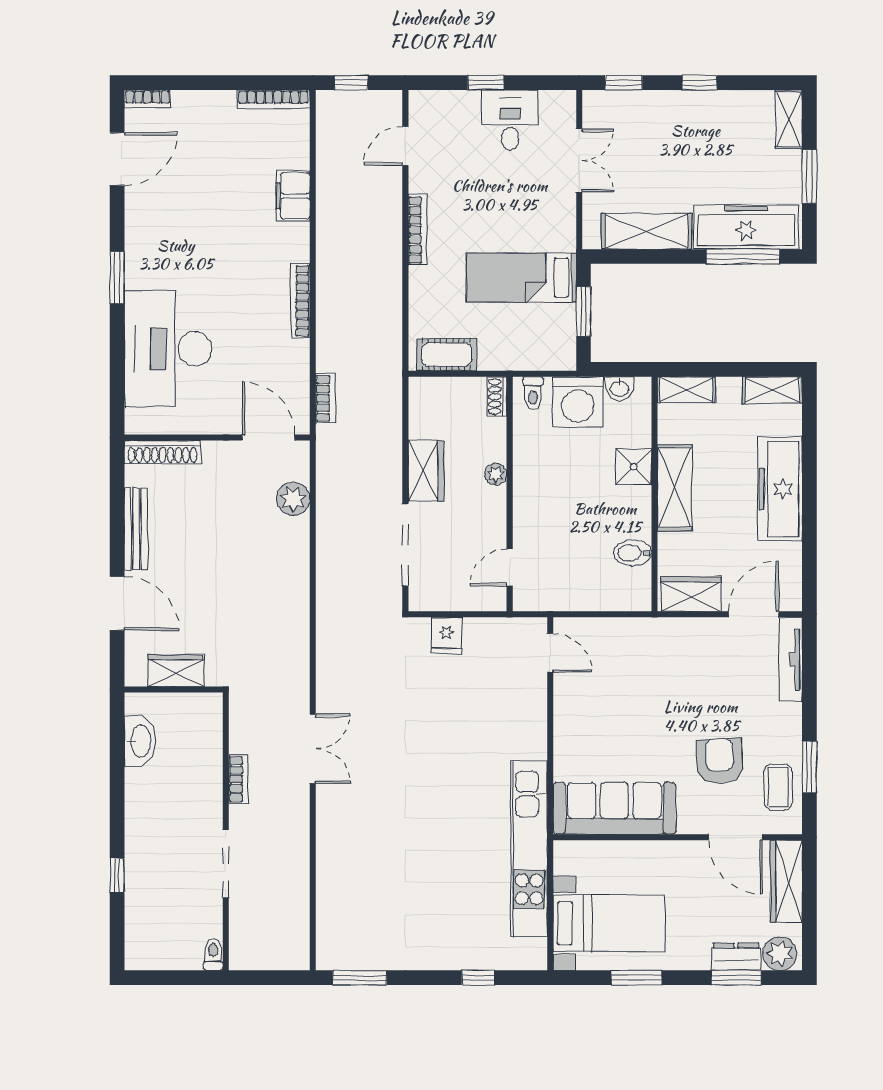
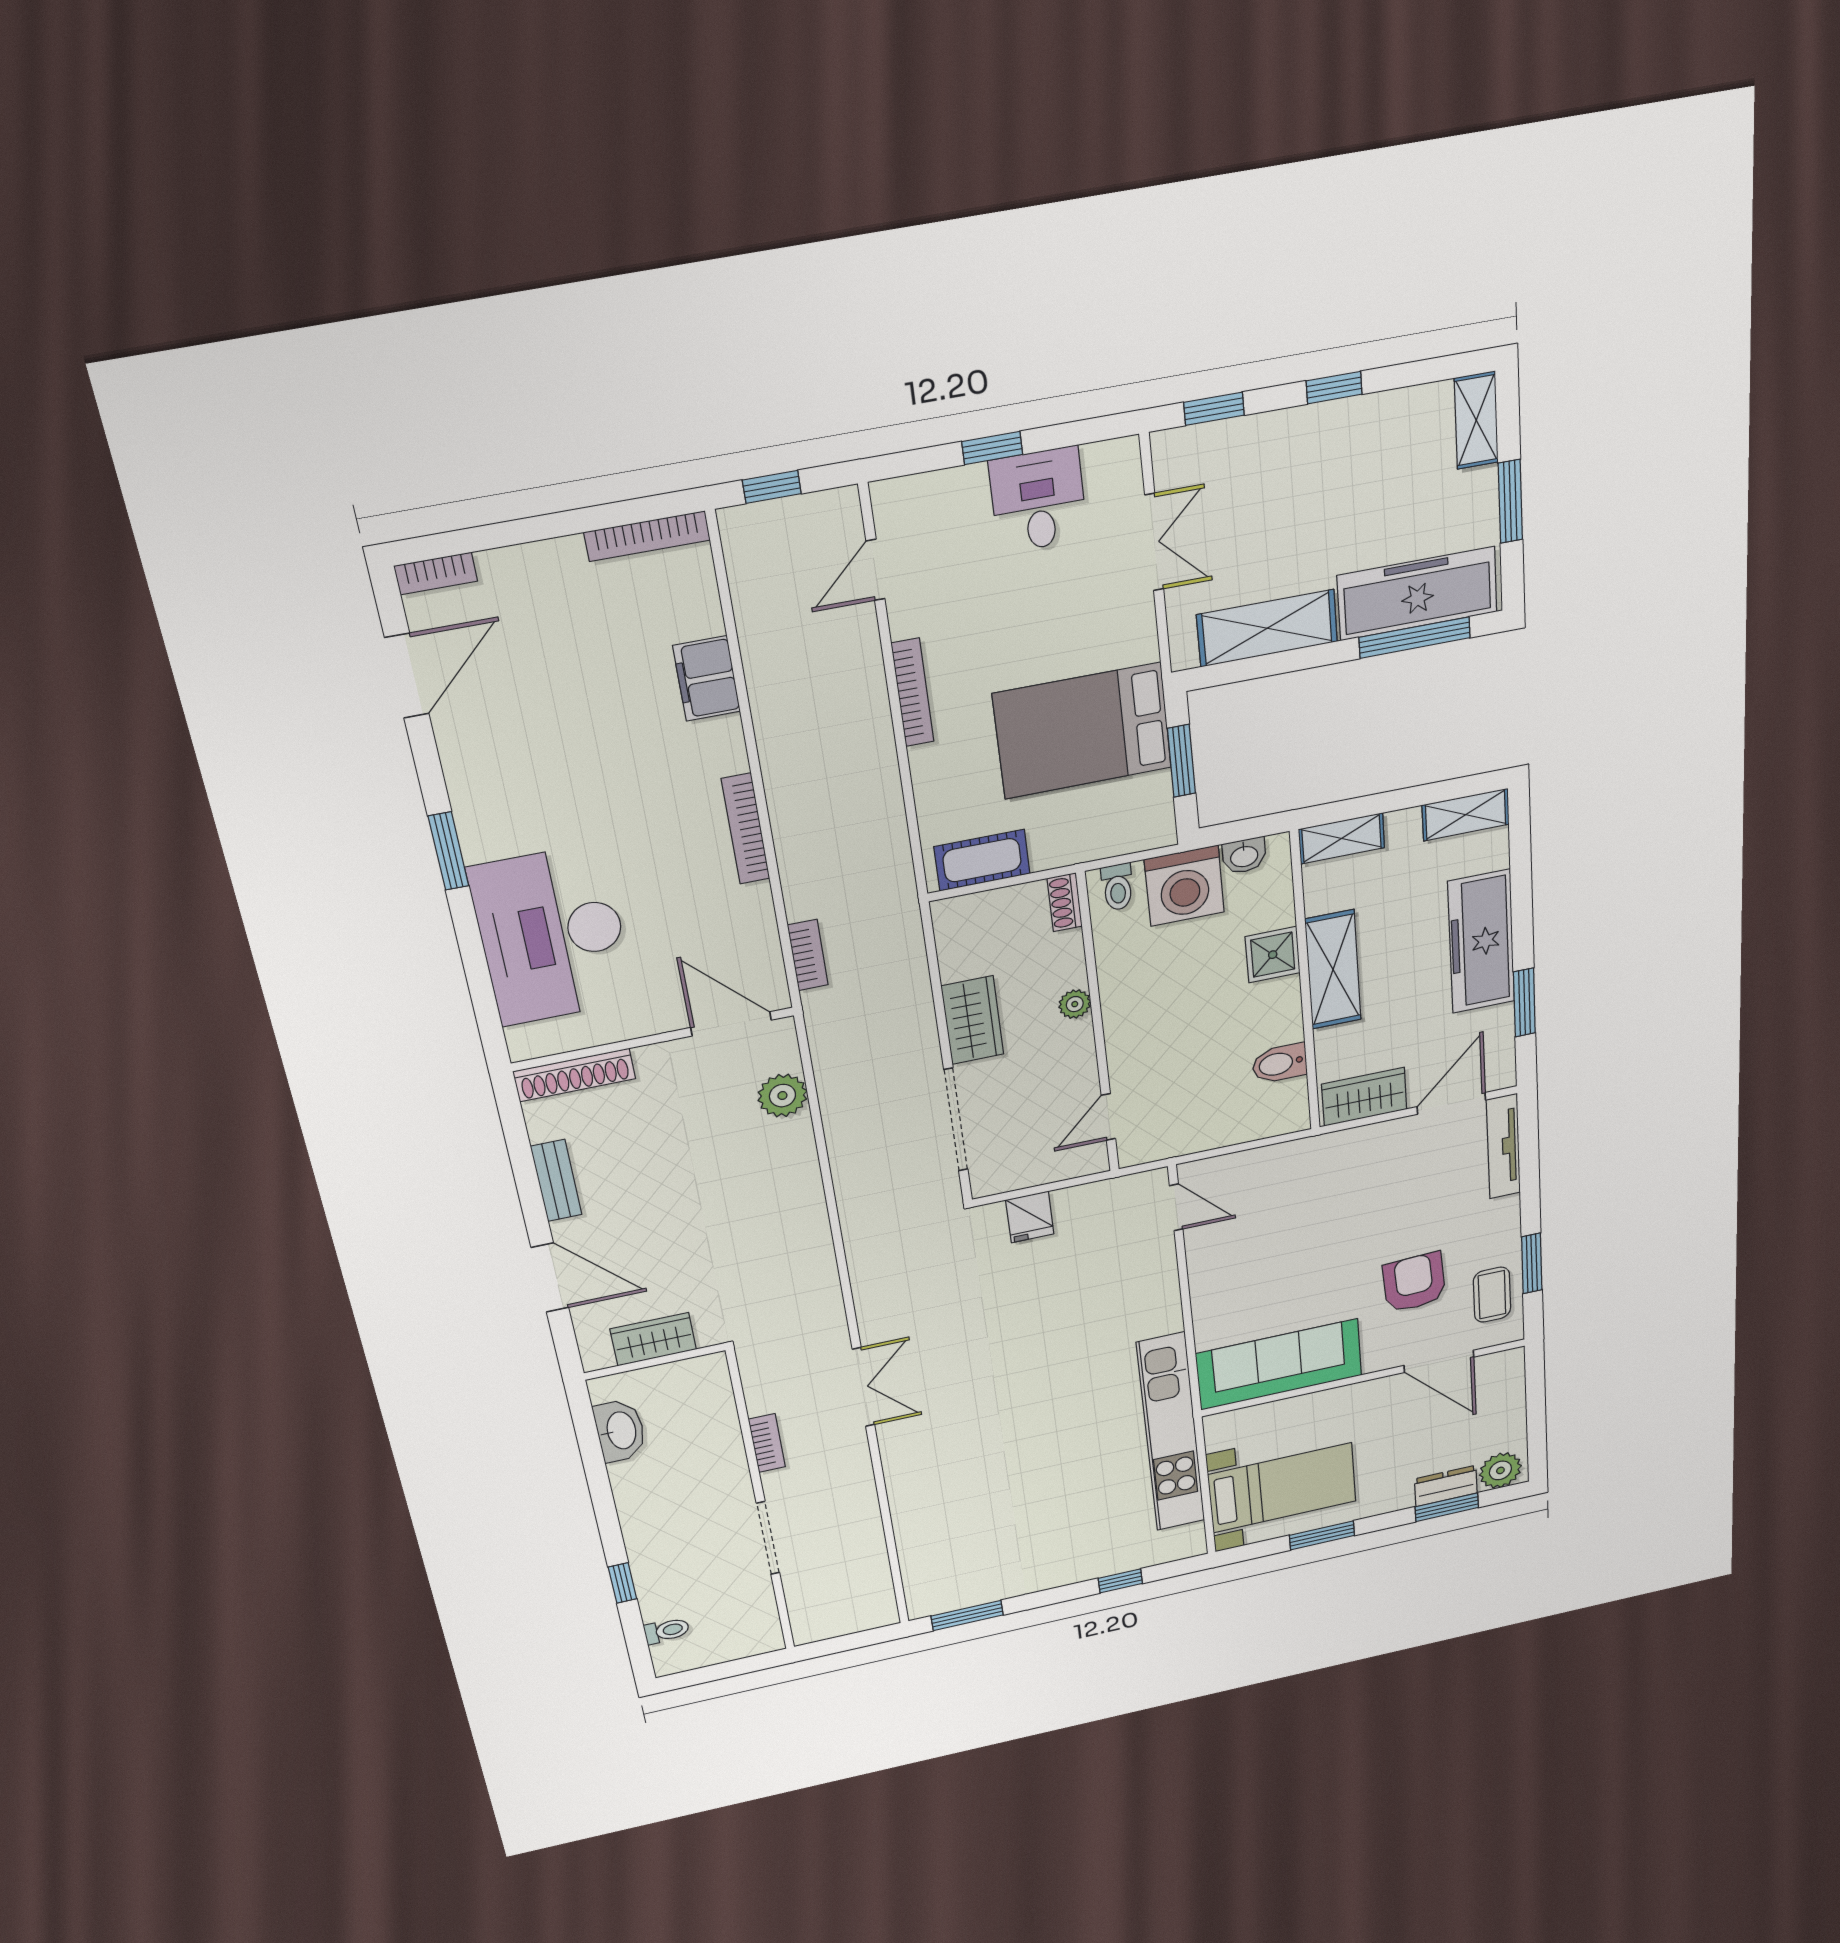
bed: (521, 278) -> (1083, 731), width x1.50
bench: (136, 529) -> (556, 1181), width x0.73
window: (809, 544) -> (1524, 1003), added
wardrobe: (786, 881) -> (1506, 1394), removed
toilet: (213, 955) -> (667, 1631), moved, turned 90

